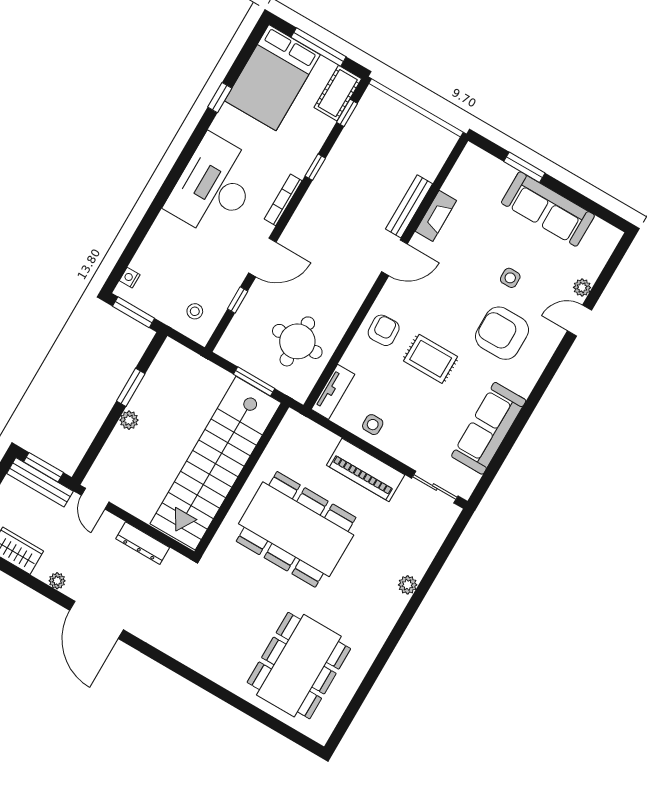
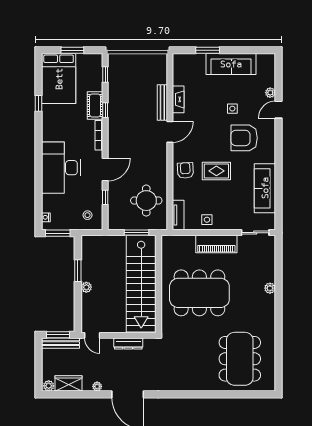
window: (319, 47) -> (72, 50), width x0.69
cot: (338, 93) -> (95, 105), moved
desk: (214, 186) -> (61, 168), moved

